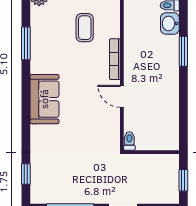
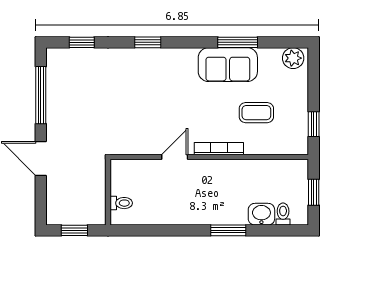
sofa: (44, 99) -> (228, 65), moved
window: (26, 119) -> (148, 42), added
toilet: (129, 141) -> (121, 203), moved

